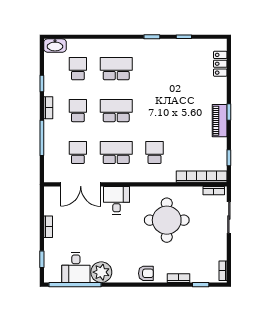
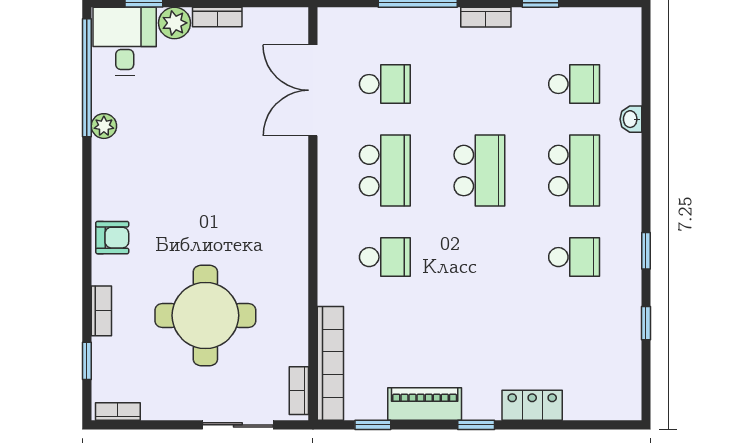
washbasin: (55, 46) -> (631, 119), moved, width x0.52, depth x0.69
locker: (220, 64) -> (532, 405), moved
school desk: (78, 111) -> (574, 257), moved
piano: (220, 121) -> (425, 404), moved
desk: (117, 200) -> (277, 171), removed
round table: (167, 220) -> (205, 315), moved
plant: (51, 246) -> (174, 23), added
desk: (76, 267) -> (125, 41), moved, turned 90
plant: (101, 272) -> (104, 126), width x0.53, depth x0.53
armchair: (146, 273) -> (112, 238), turned -90

